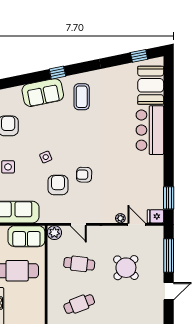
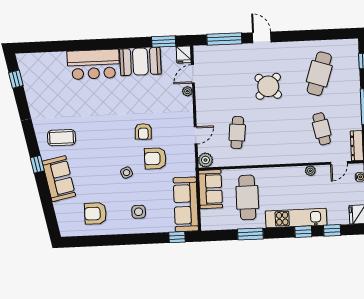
booth: (151, 85) -> (140, 61), moved
round table: (126, 268) -> (268, 86), moved
cafe table: (79, 304) -> (279, 131), removed

